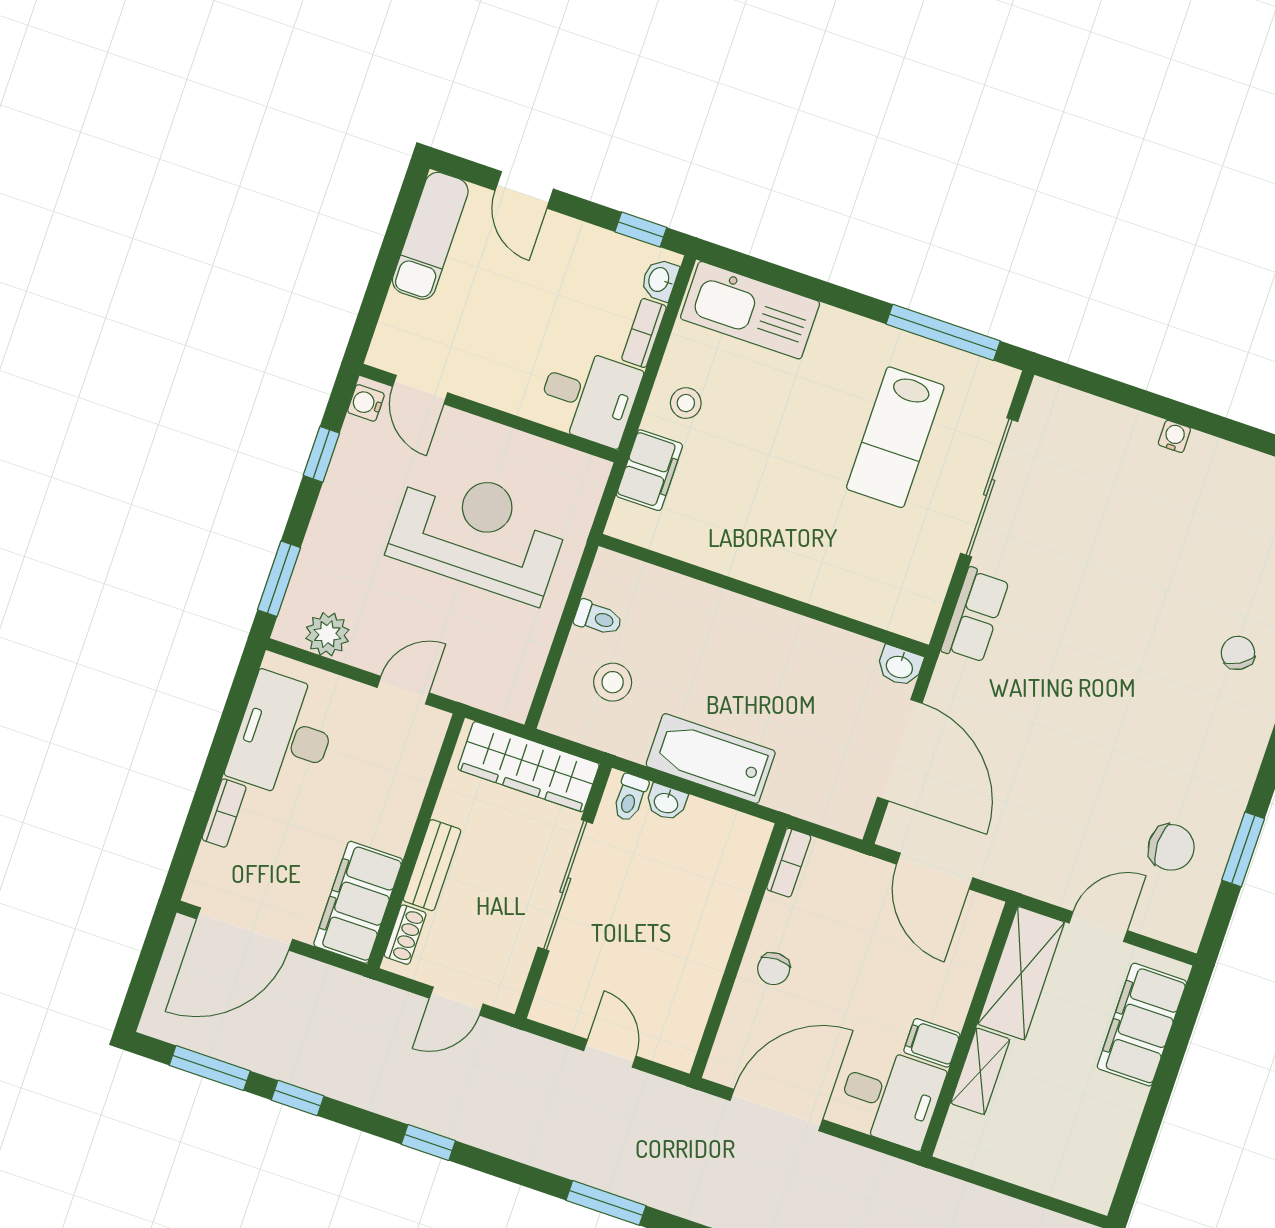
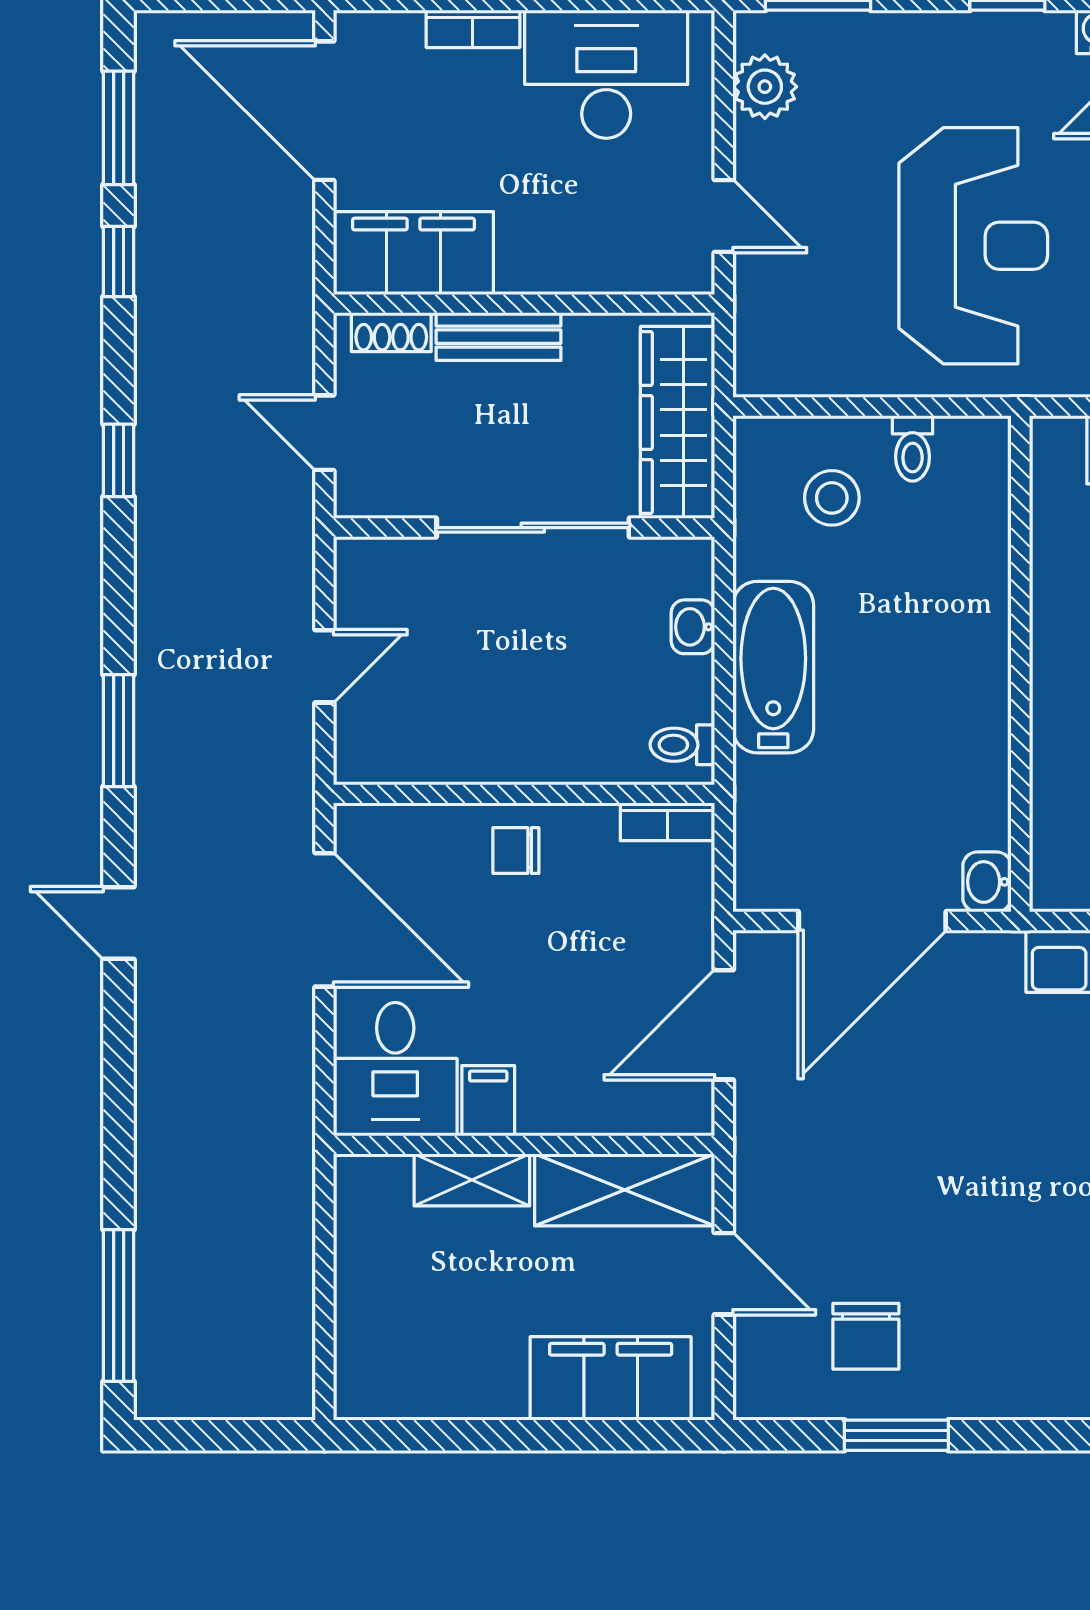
toilet: (630, 798) -> (682, 745), moved

